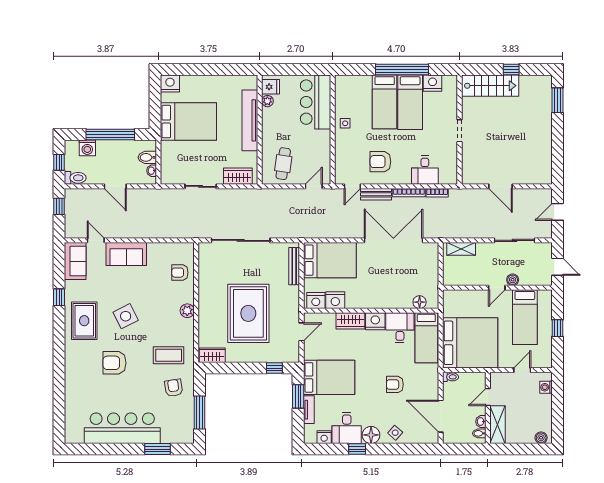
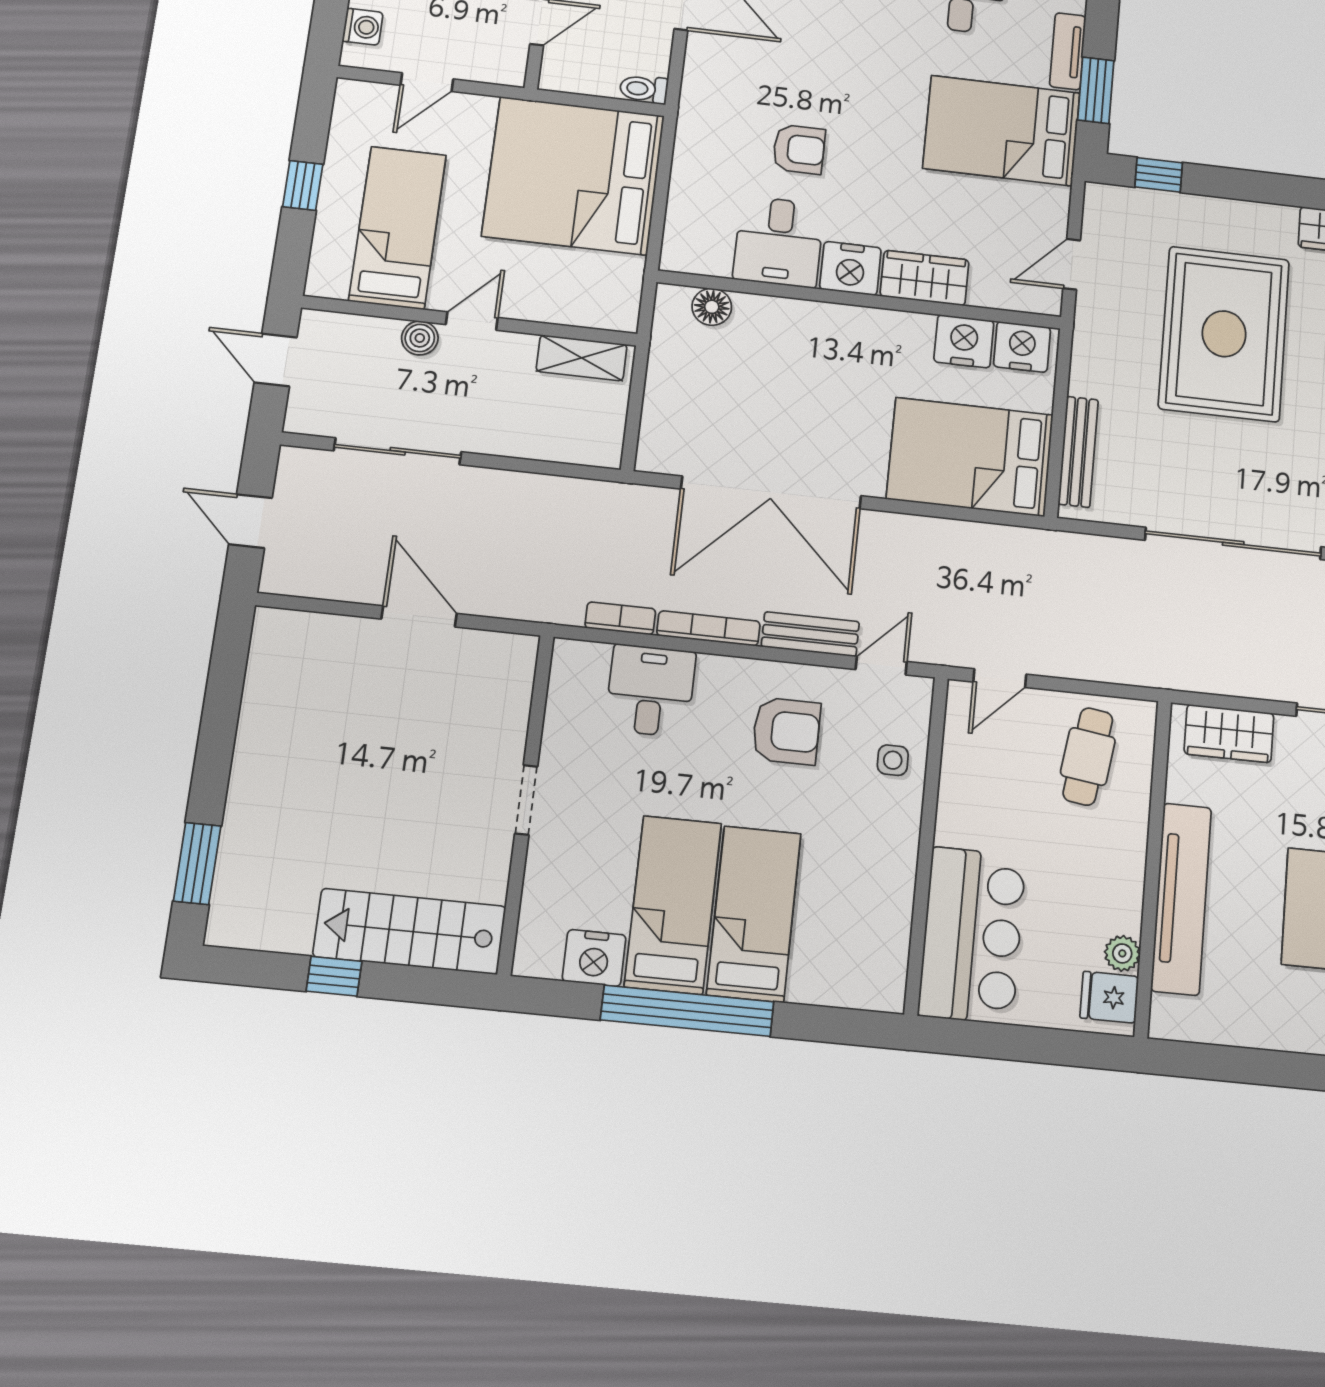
side table: (345, 123) -> (893, 760), moved
door: (557, 212) -> (250, 521), swing flipped
shelving: (461, 249) -> (582, 358), moved
bed: (426, 338) -> (703, 205), removed
armchair: (395, 384) -> (799, 149), moved

